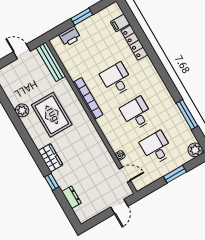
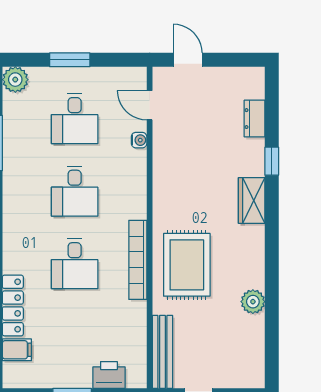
rug: (52, 115) -> (187, 265), moved
door: (119, 207) -> (188, 60), hinge flipped

